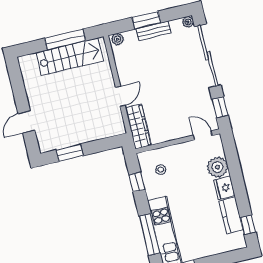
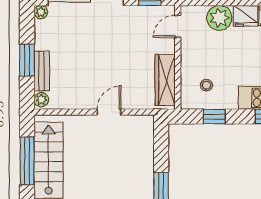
bench: (153, 31) -> (42, 71), moved
door: (120, 96) -> (109, 112), hinge flipped
wardrobe: (138, 126) -> (165, 80), moved, turned -90

